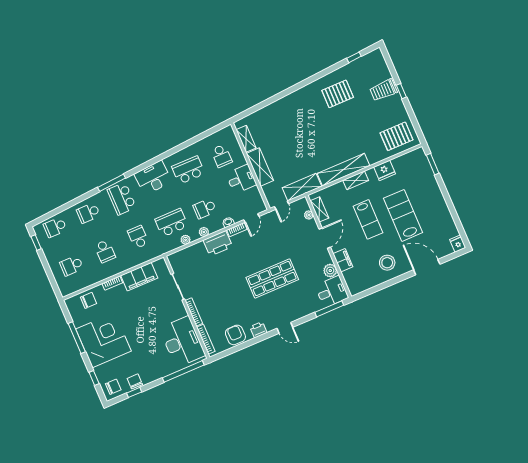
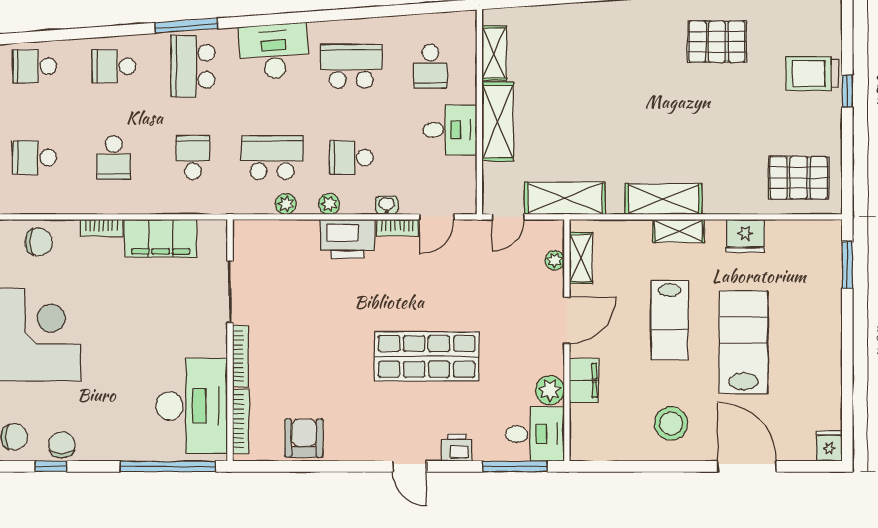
shelving: (344, 170) -> (663, 199), width x0.68
printer: (258, 330) -> (457, 448), moved

